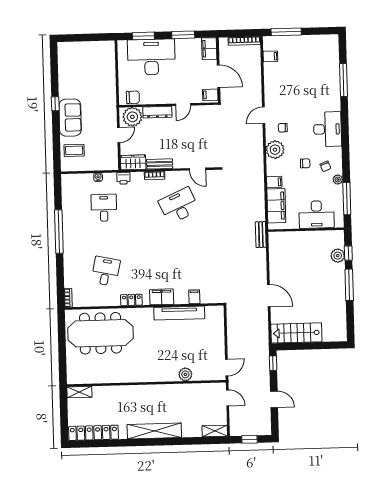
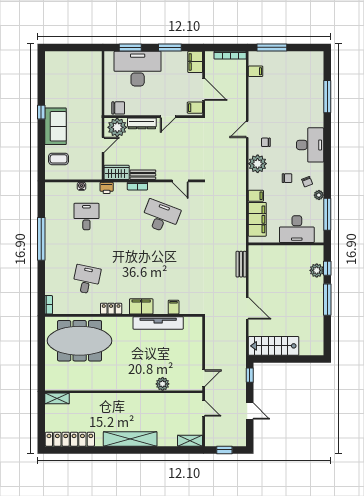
desk: (179, 206) -> (161, 217), turned 45
bench: (261, 235) -> (241, 264), moved

